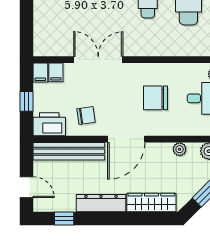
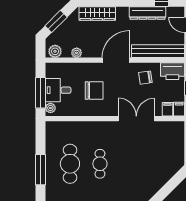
double door: (98, 60) -> (136, 119), swing flipped
dresser: (101, 203) -> (147, 13), moved

